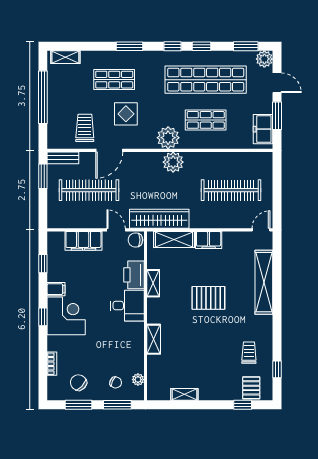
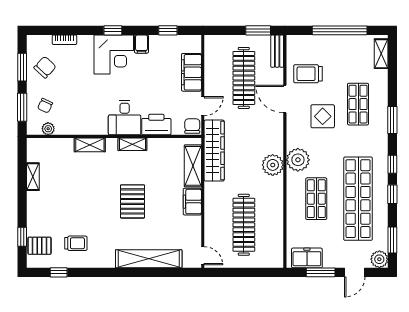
trolley: (85, 128) -> (308, 74), turned 180
shelving: (153, 283) -> (132, 144), moved

